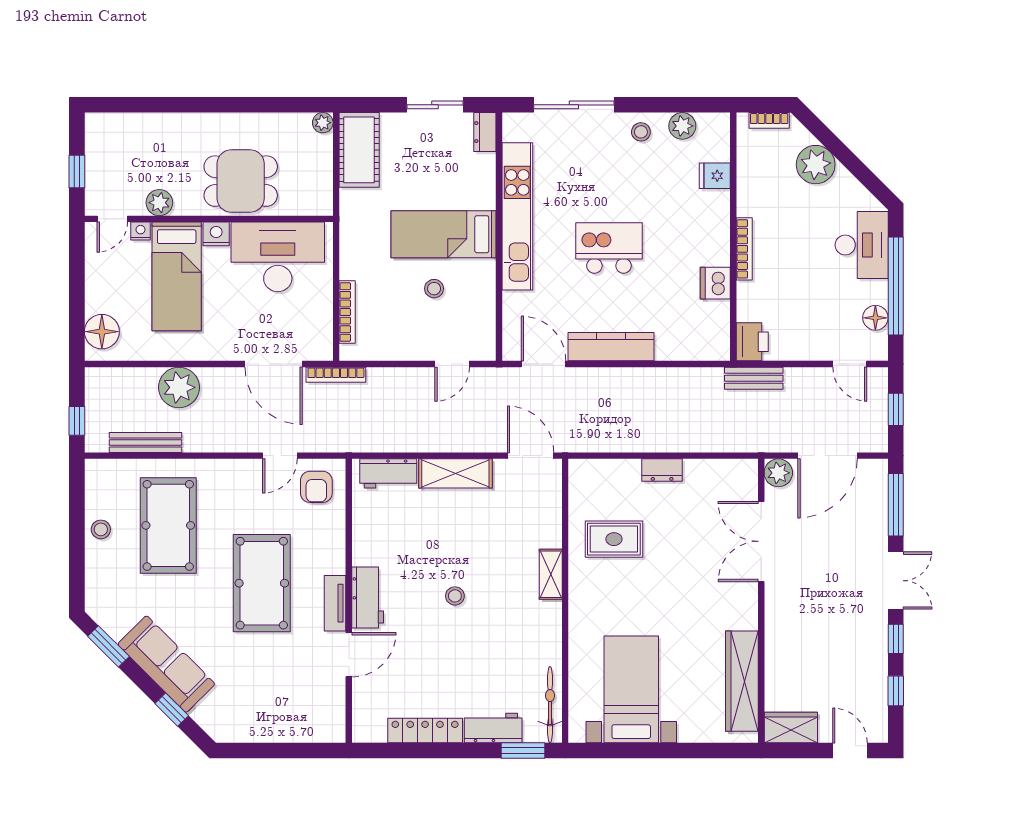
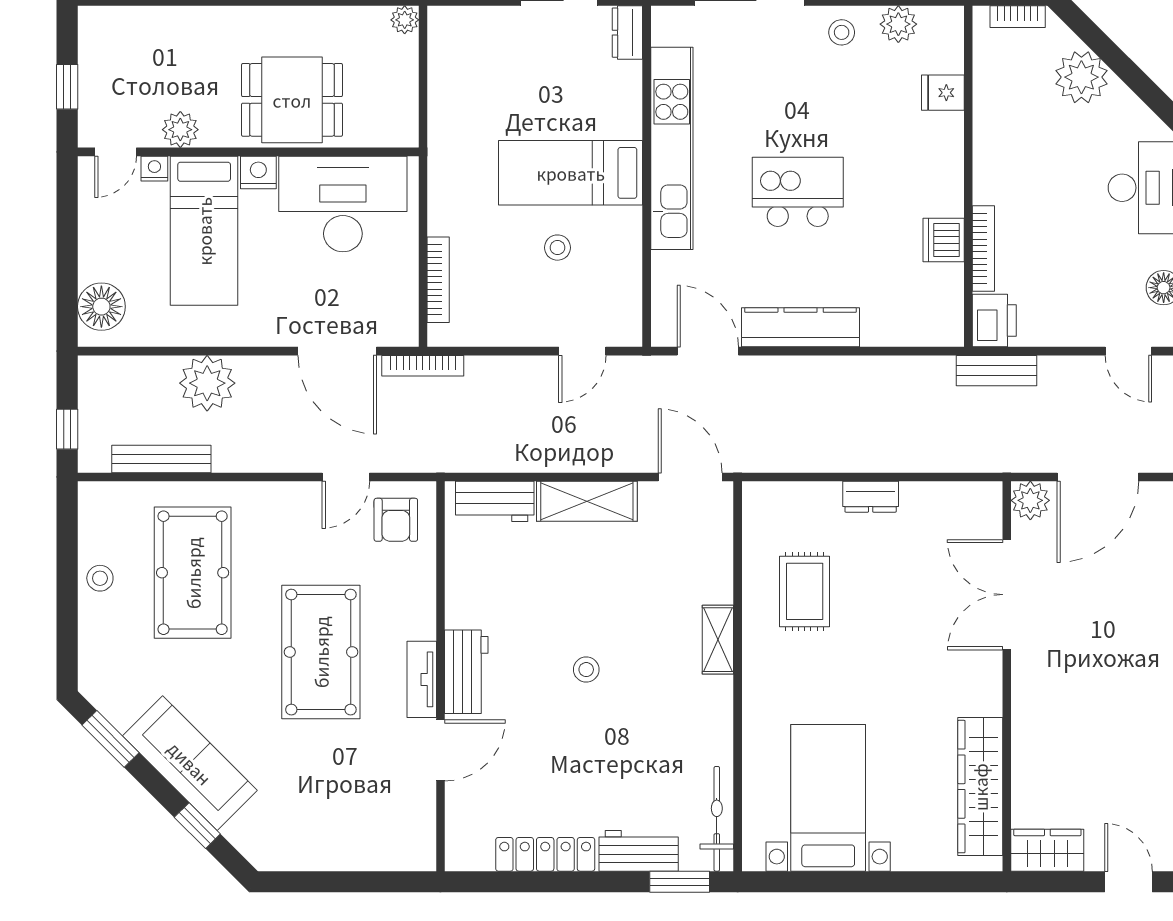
cot: (359, 150) -> (455, 57), removed
bookcase: (744, 249) -> (983, 249), moved
rug: (614, 539) -> (805, 591), turned 90

